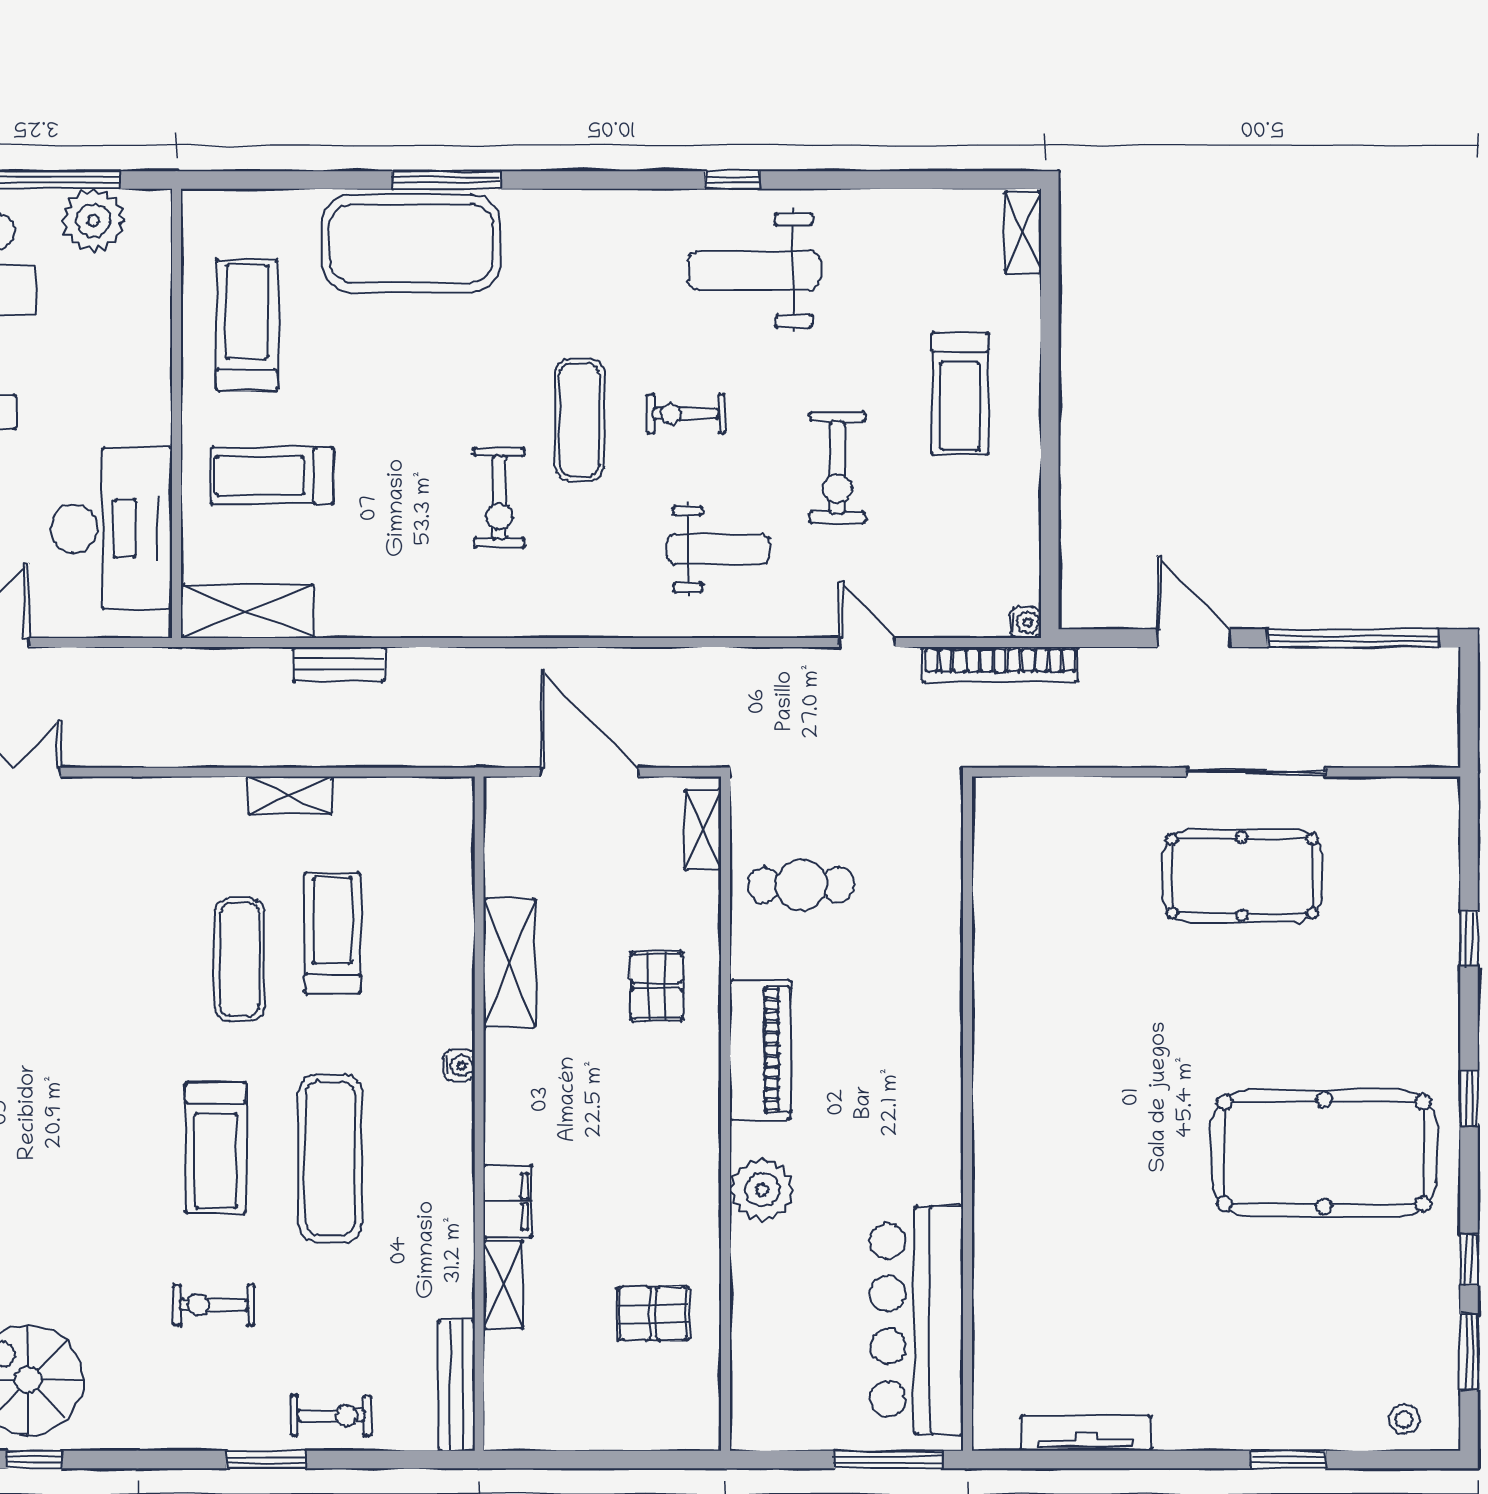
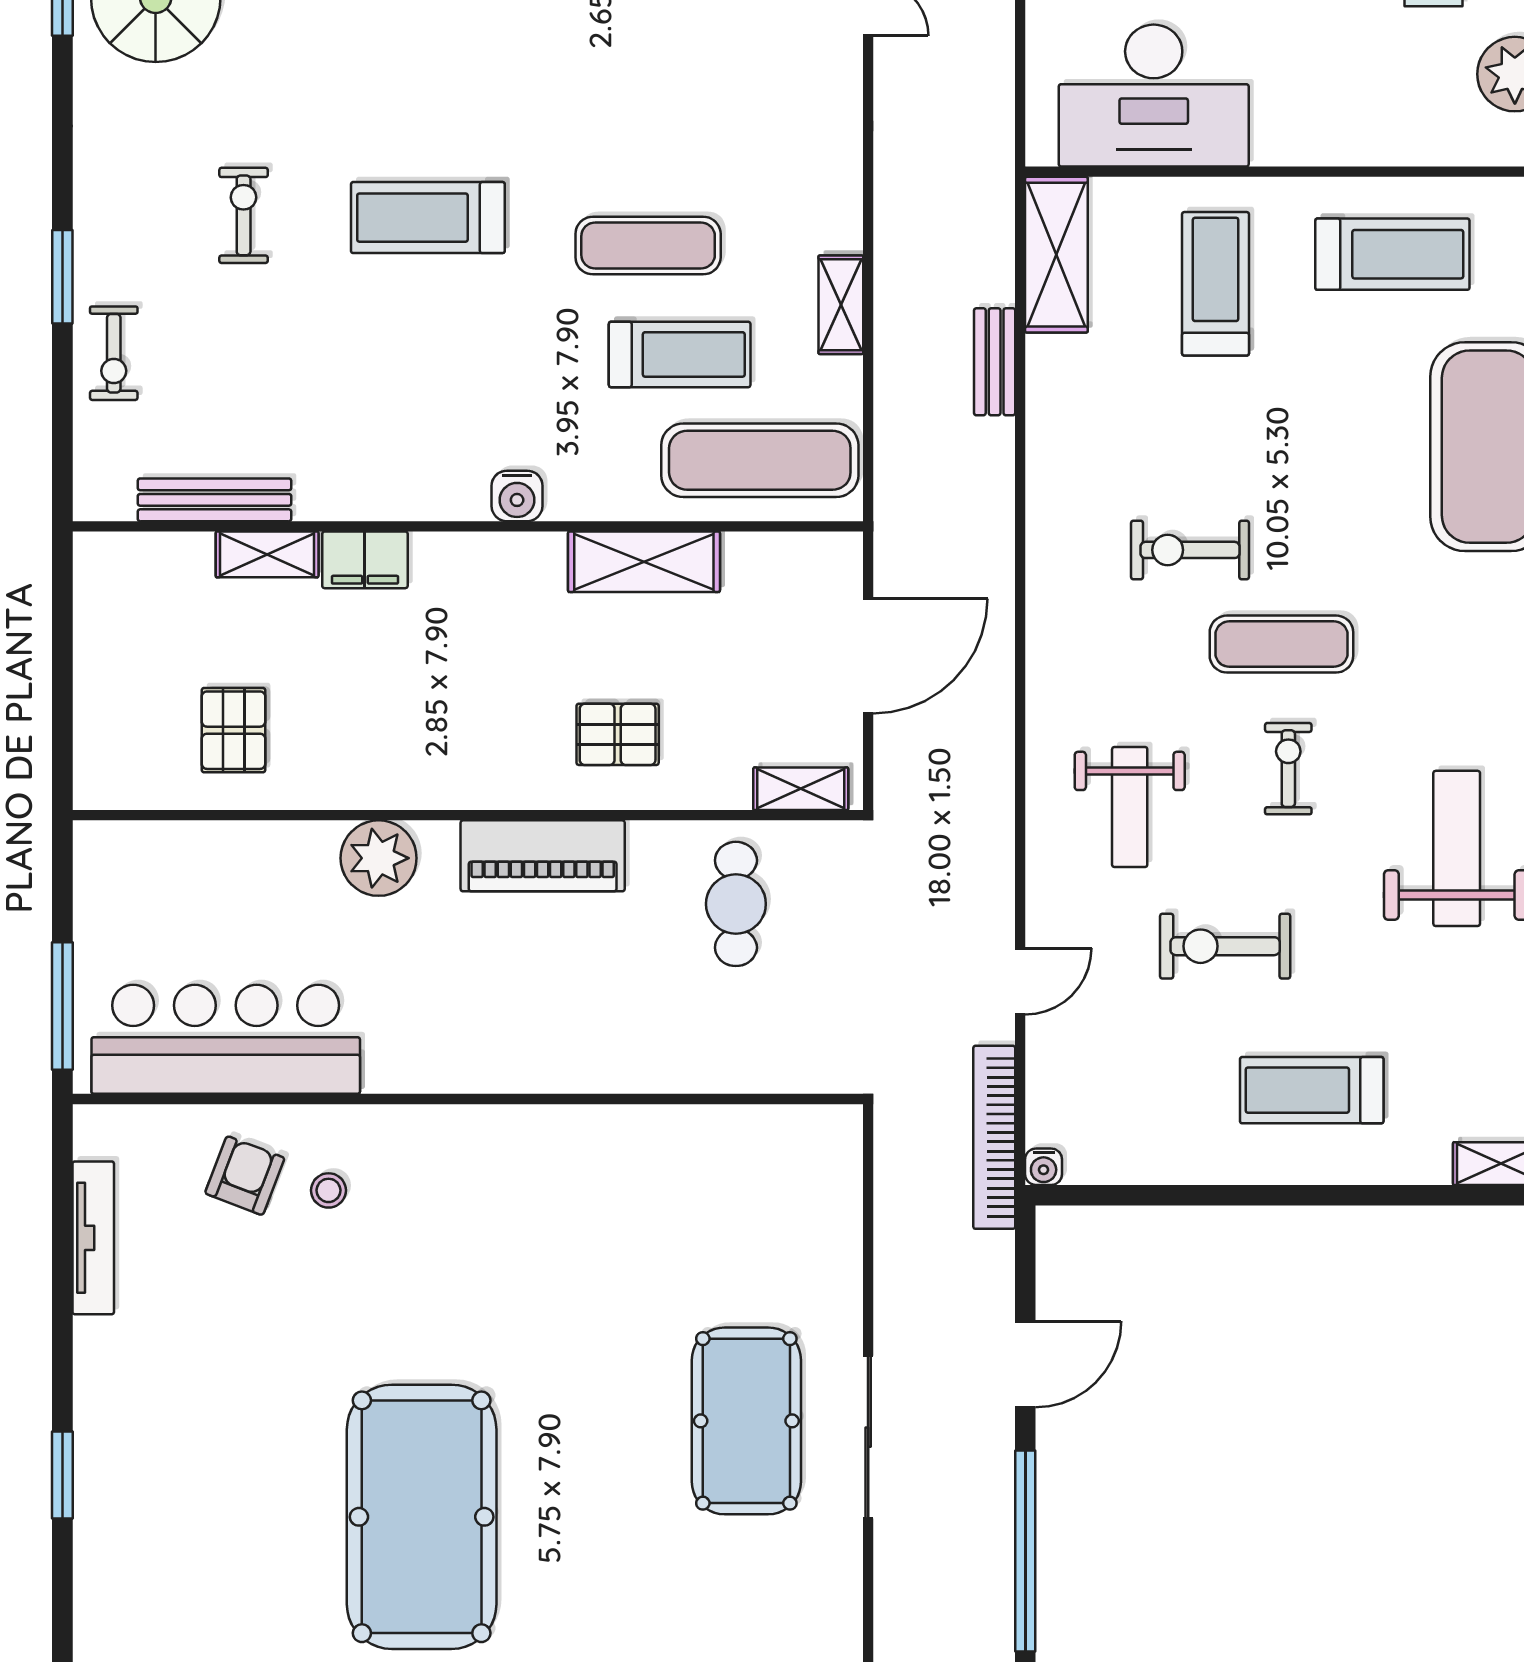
water cooler: (459, 1066) -> (517, 496), width x1.38, depth x1.38
exercise mat: (330, 1159) -> (760, 460), moved
armchair: (1033, 1304) -> (245, 1176), added
bench: (456, 1385) -> (215, 500), moved
stool: (1404, 1419) -> (328, 1190), moved

